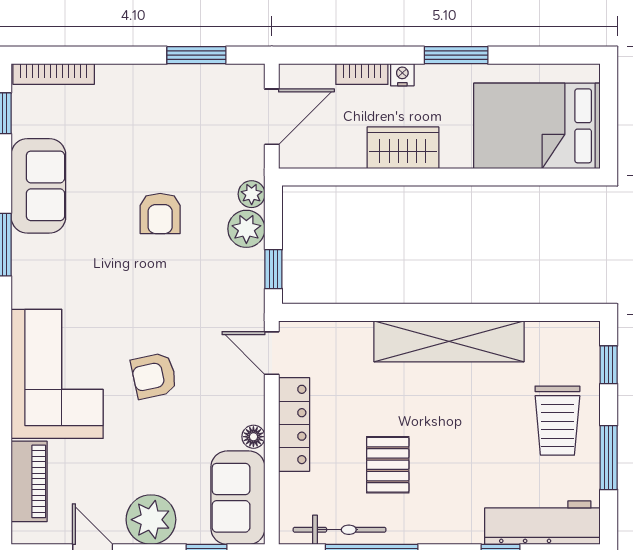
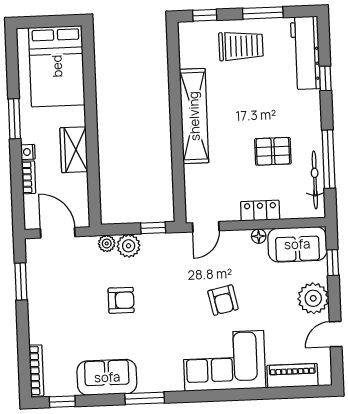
locker: (294, 424) -> (260, 211), width x0.66

